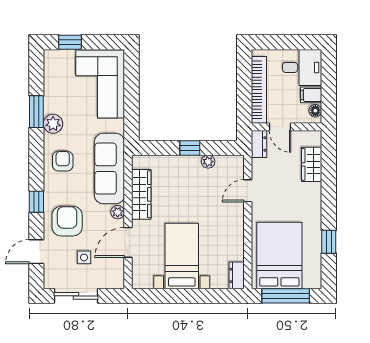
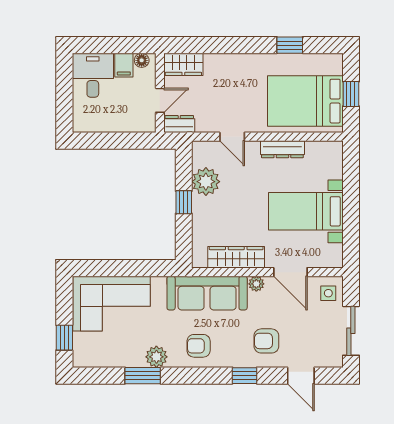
bookcase: (259, 90) -> (118, 124), removed
plant: (208, 162) -> (206, 182), width x1.88, depth x1.88
wardrobe: (312, 164) -> (183, 64), moved
armchair: (67, 221) -> (266, 341), width x0.72, depth x0.72
side table: (84, 257) -> (328, 293), moved
dresser: (237, 275) -> (282, 149), moved, width x1.44
window: (286, 296) -> (351, 94), width x0.46

